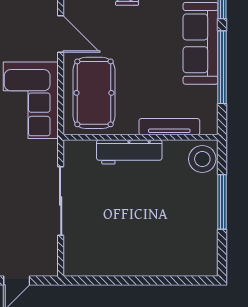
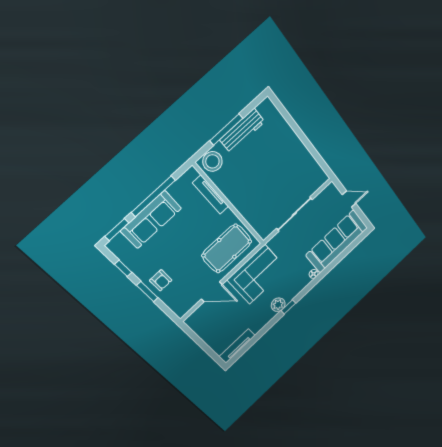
door: (61, 34) -> (212, 292), swing flipped
workbench: (129, 152) -> (242, 131), moved, turned 90

